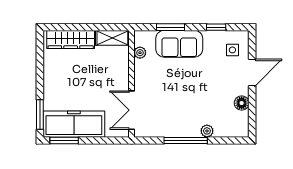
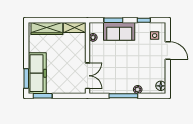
door: (252, 72) -> (168, 51), hinge flipped
floor lamp: (242, 103) -> (161, 86), moved
double door: (132, 110) -> (87, 76), swing flipped
freezer: (74, 124) -> (37, 73), moved, turned 90

